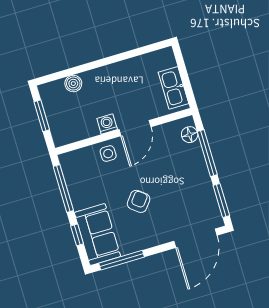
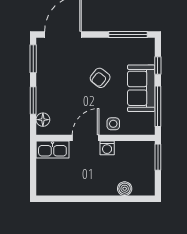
kitchen sink: (173, 88) -> (52, 150), moved, turned 90
window: (42, 116) -> (158, 157), moved
window: (207, 153) -> (33, 100), width x0.69
sofa: (97, 235) -> (141, 88), moved

